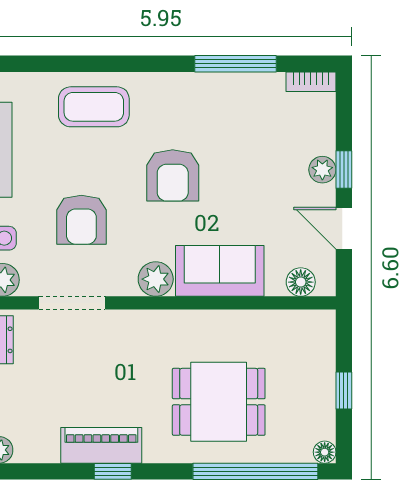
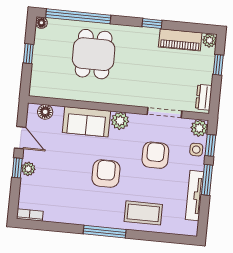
window: (235, 64) -> (105, 232), moved
dining table: (219, 402) -> (94, 54), turned 90
piano: (101, 445) -> (180, 40), moved

